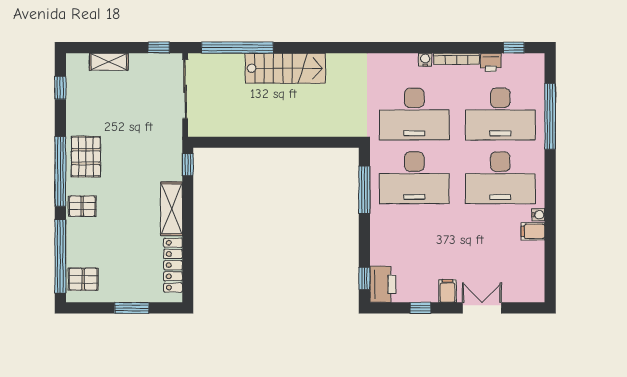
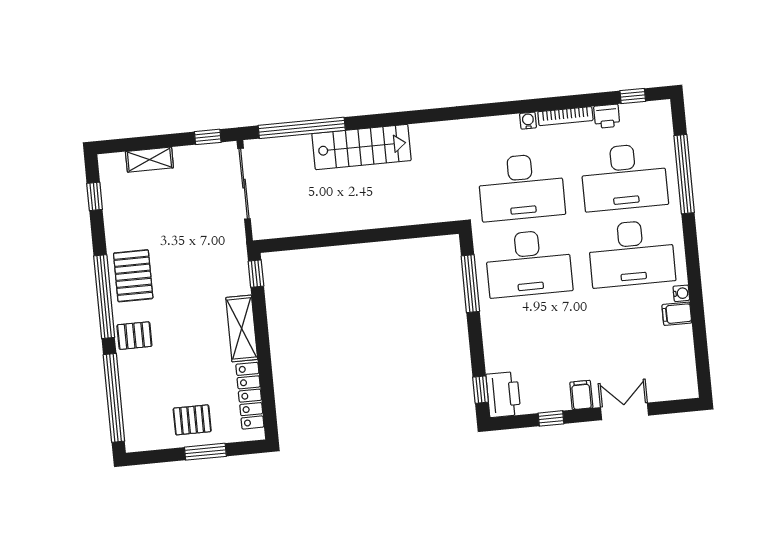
pallet: (83, 279) -> (192, 420), moved

